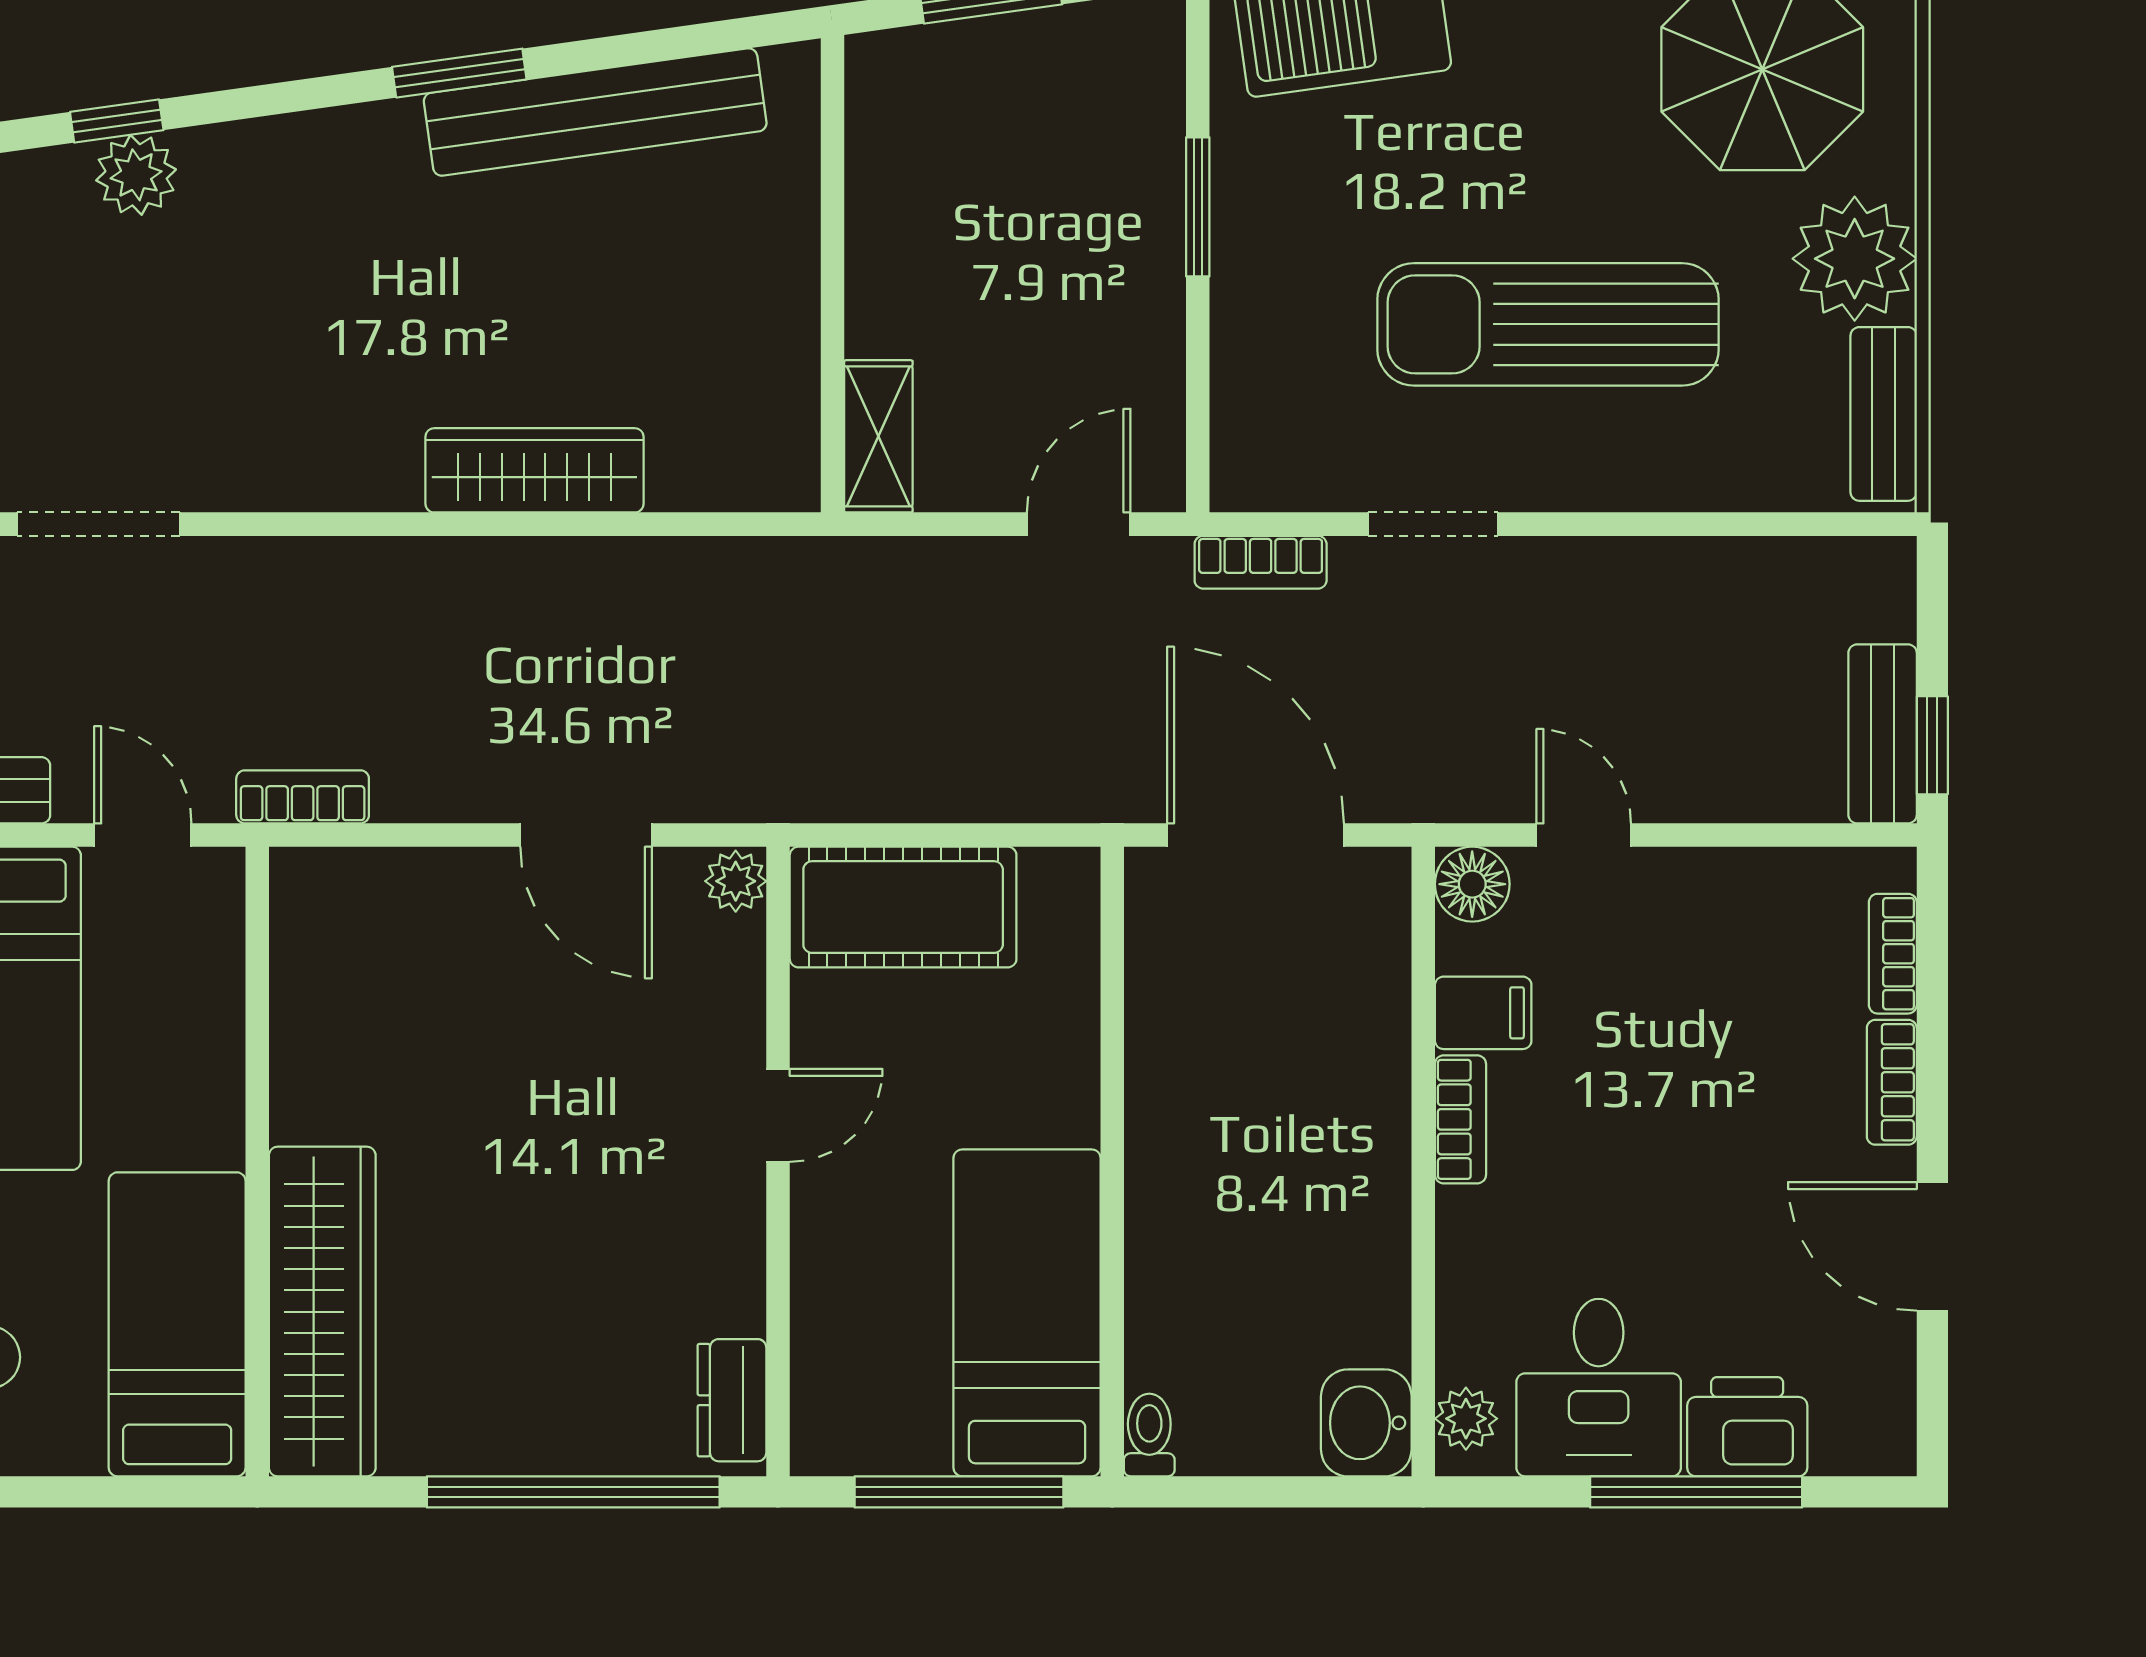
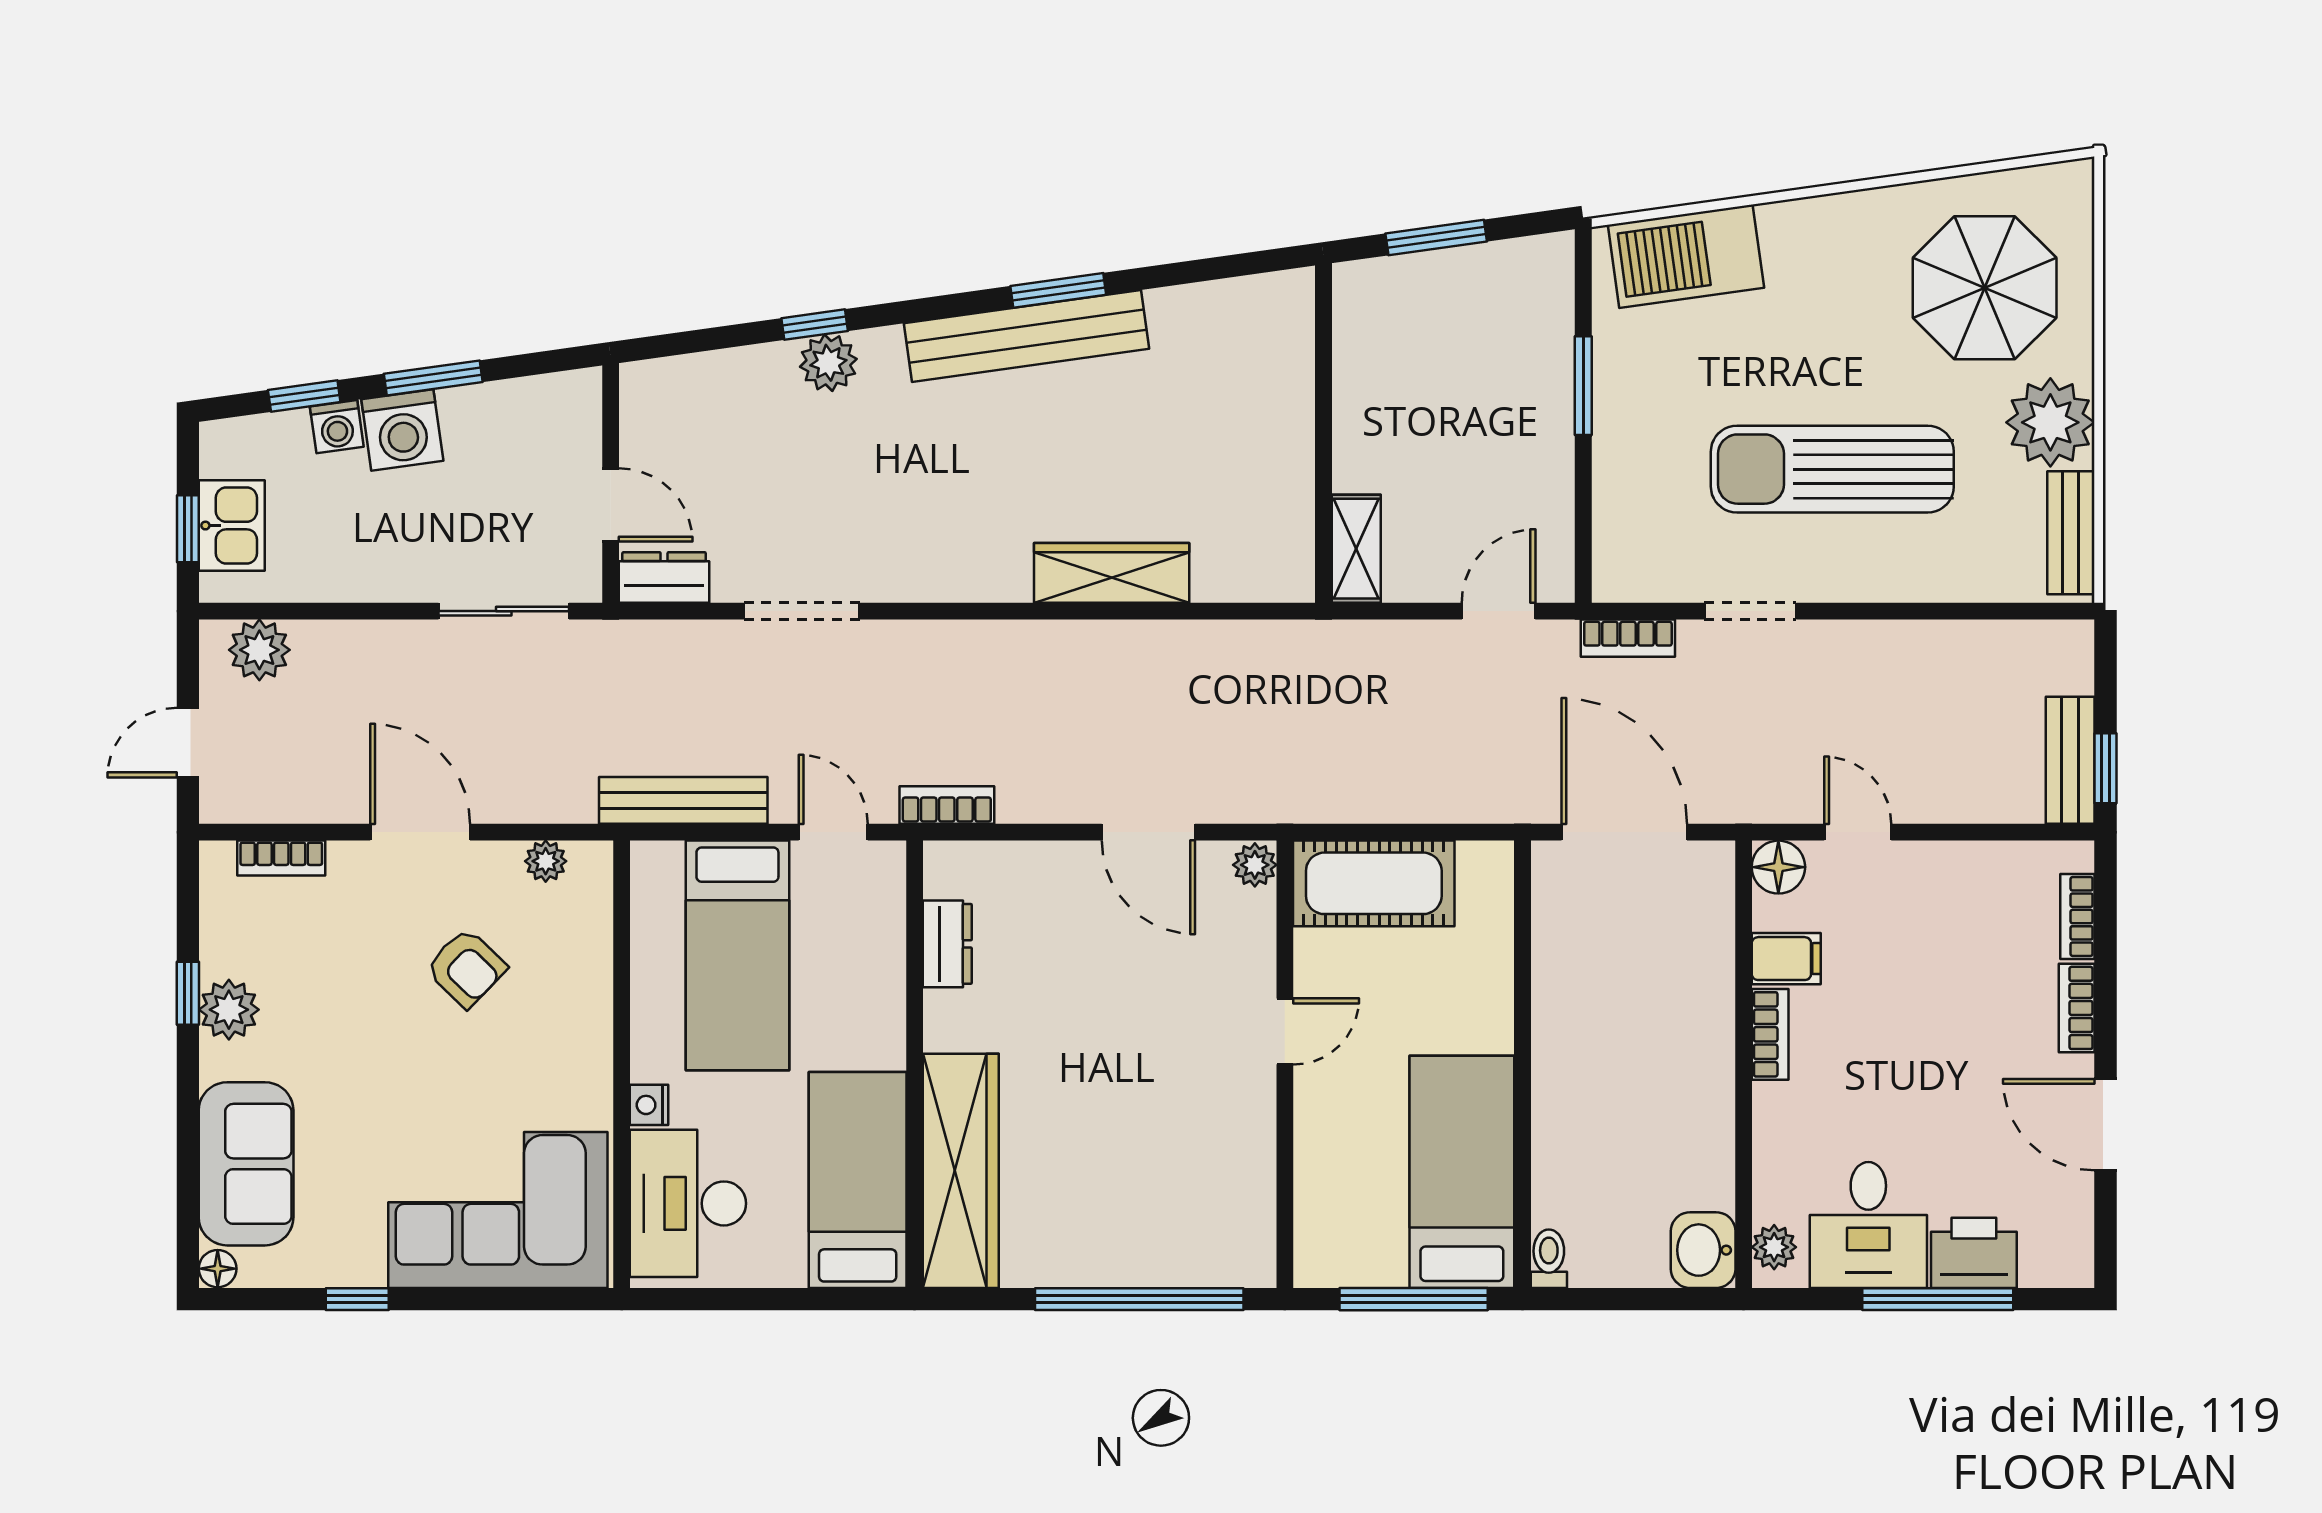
bench: (595, 112) -> (1026, 336), moved
dresser: (732, 1400) -> (947, 944), moved, turned 180

